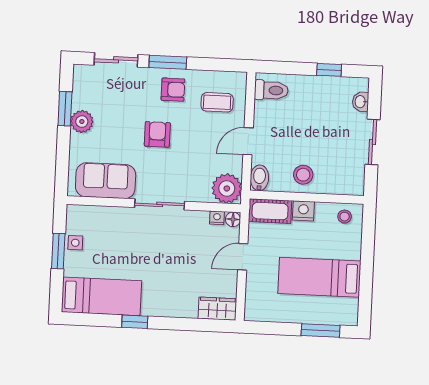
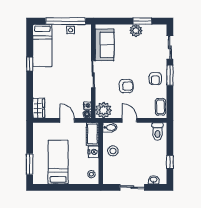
coffee table: (217, 102) -> (160, 107), moved
armchair: (157, 134) -> (126, 86), moved
window: (58, 251) -> (66, 21), width x2.11

